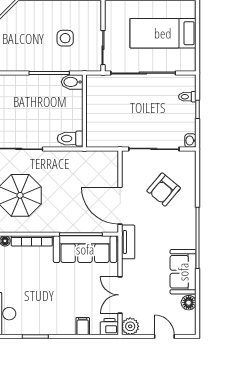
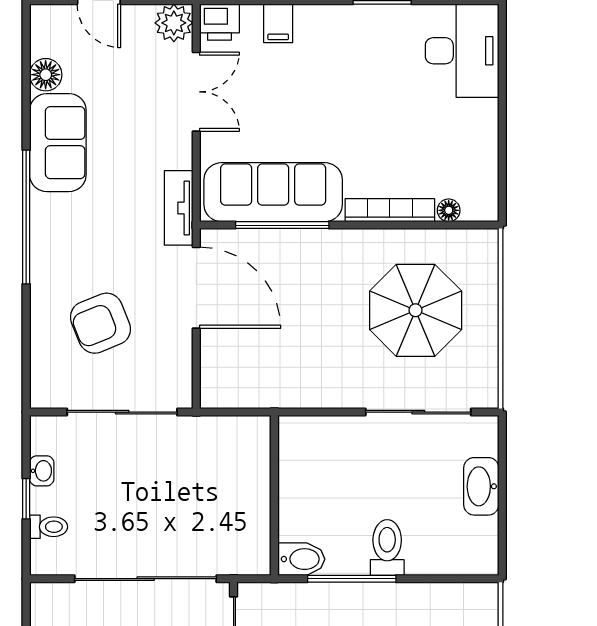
toilet: (70, 139) -> (387, 547), moved, turned -90
washbasin: (190, 141) -> (42, 471), moved
armchair: (164, 189) -> (100, 323), turned -152

